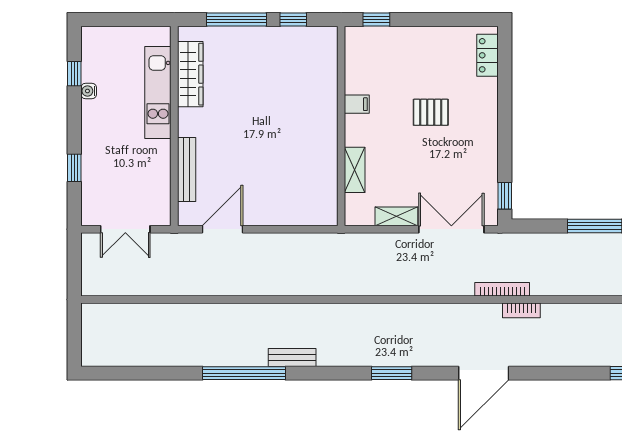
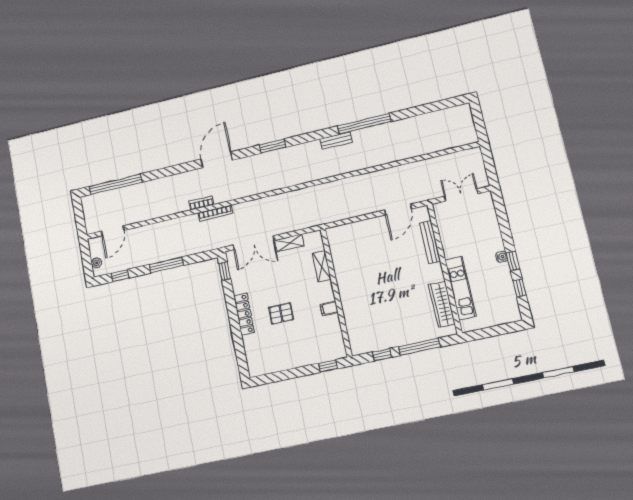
locker: (488, 55) -> (244, 314), moved, width x1.53
water cooler: (89, 91) -> (502, 257), moved
window: (74, 168) -> (513, 261), moved

